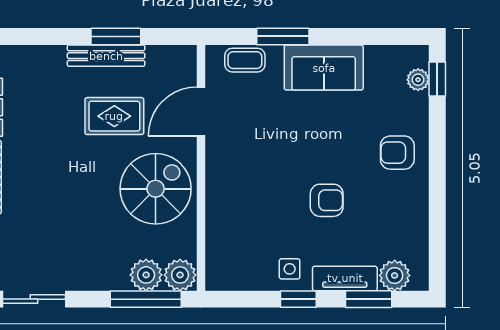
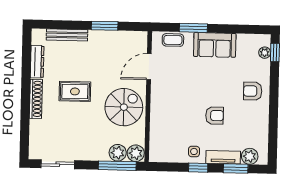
bench: (106, 56) -> (67, 35), moved
rug: (114, 116) -> (75, 91), moved

